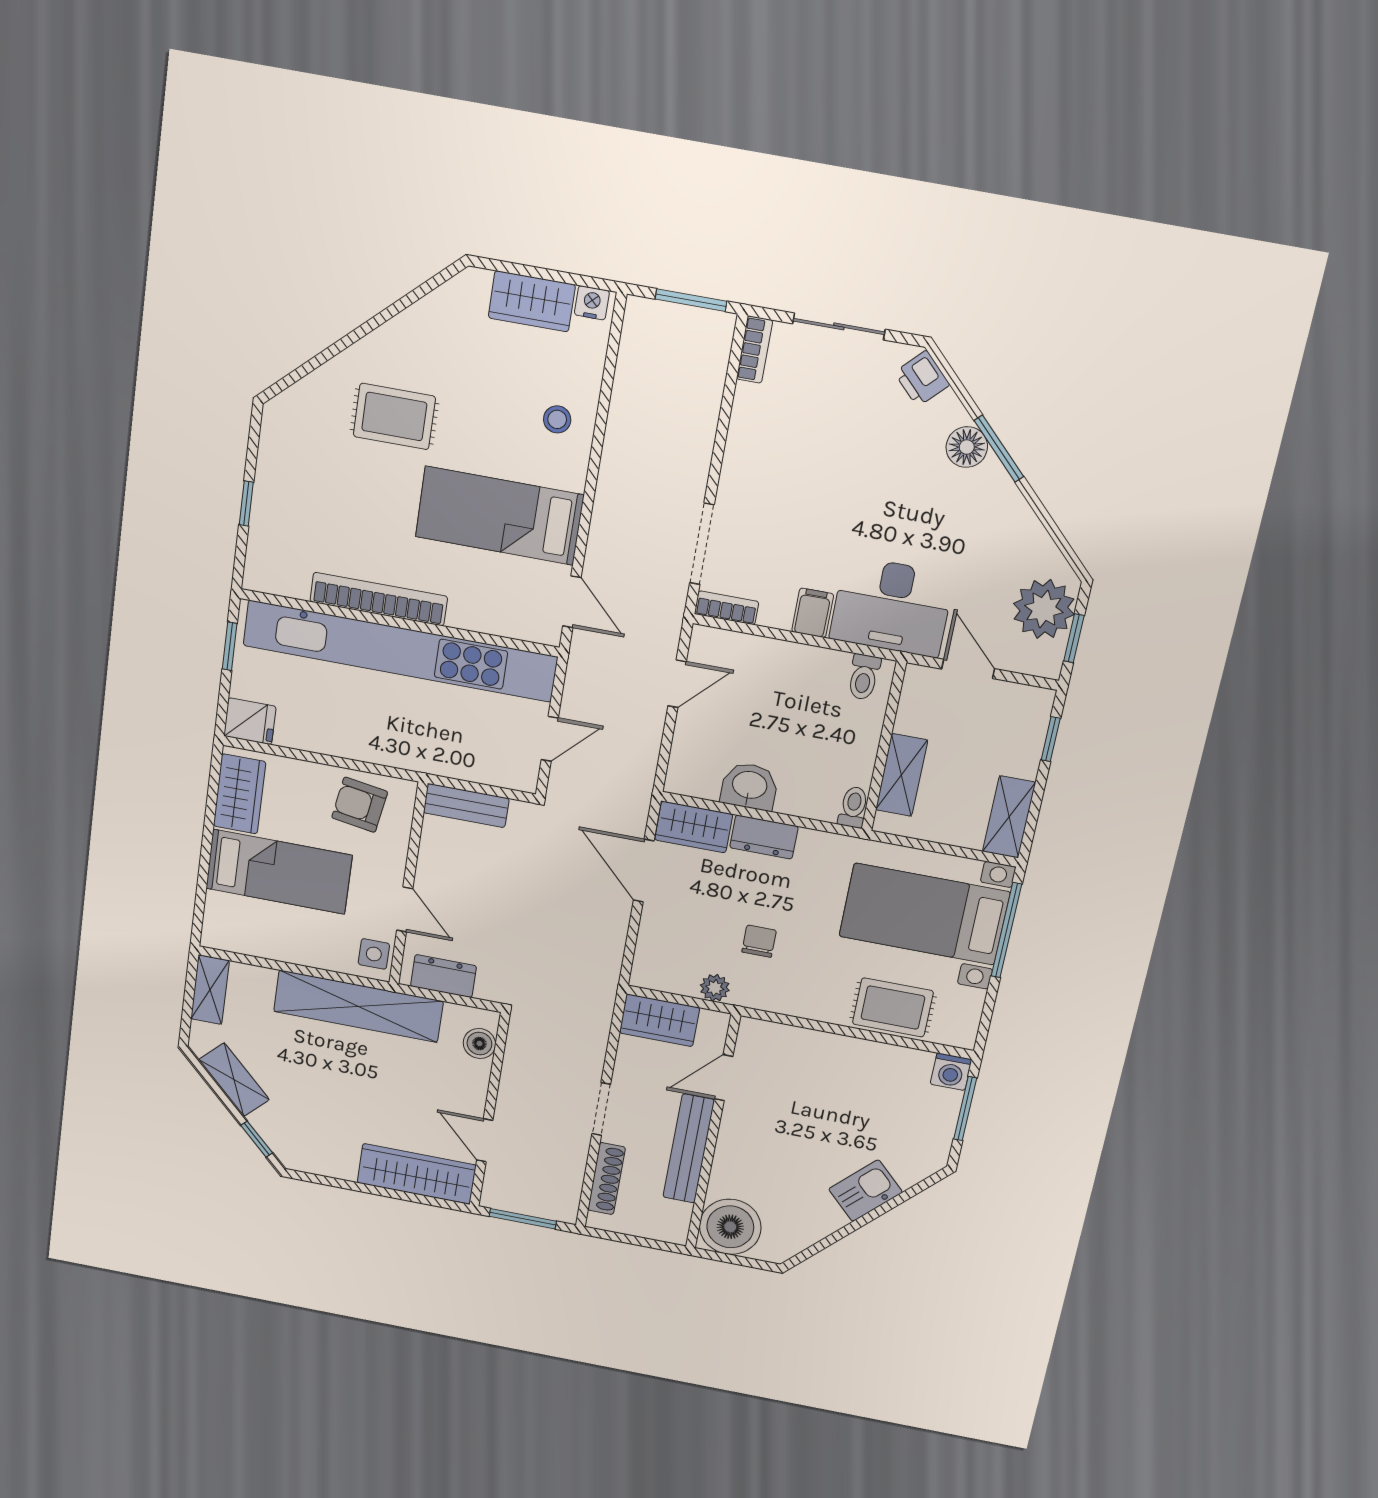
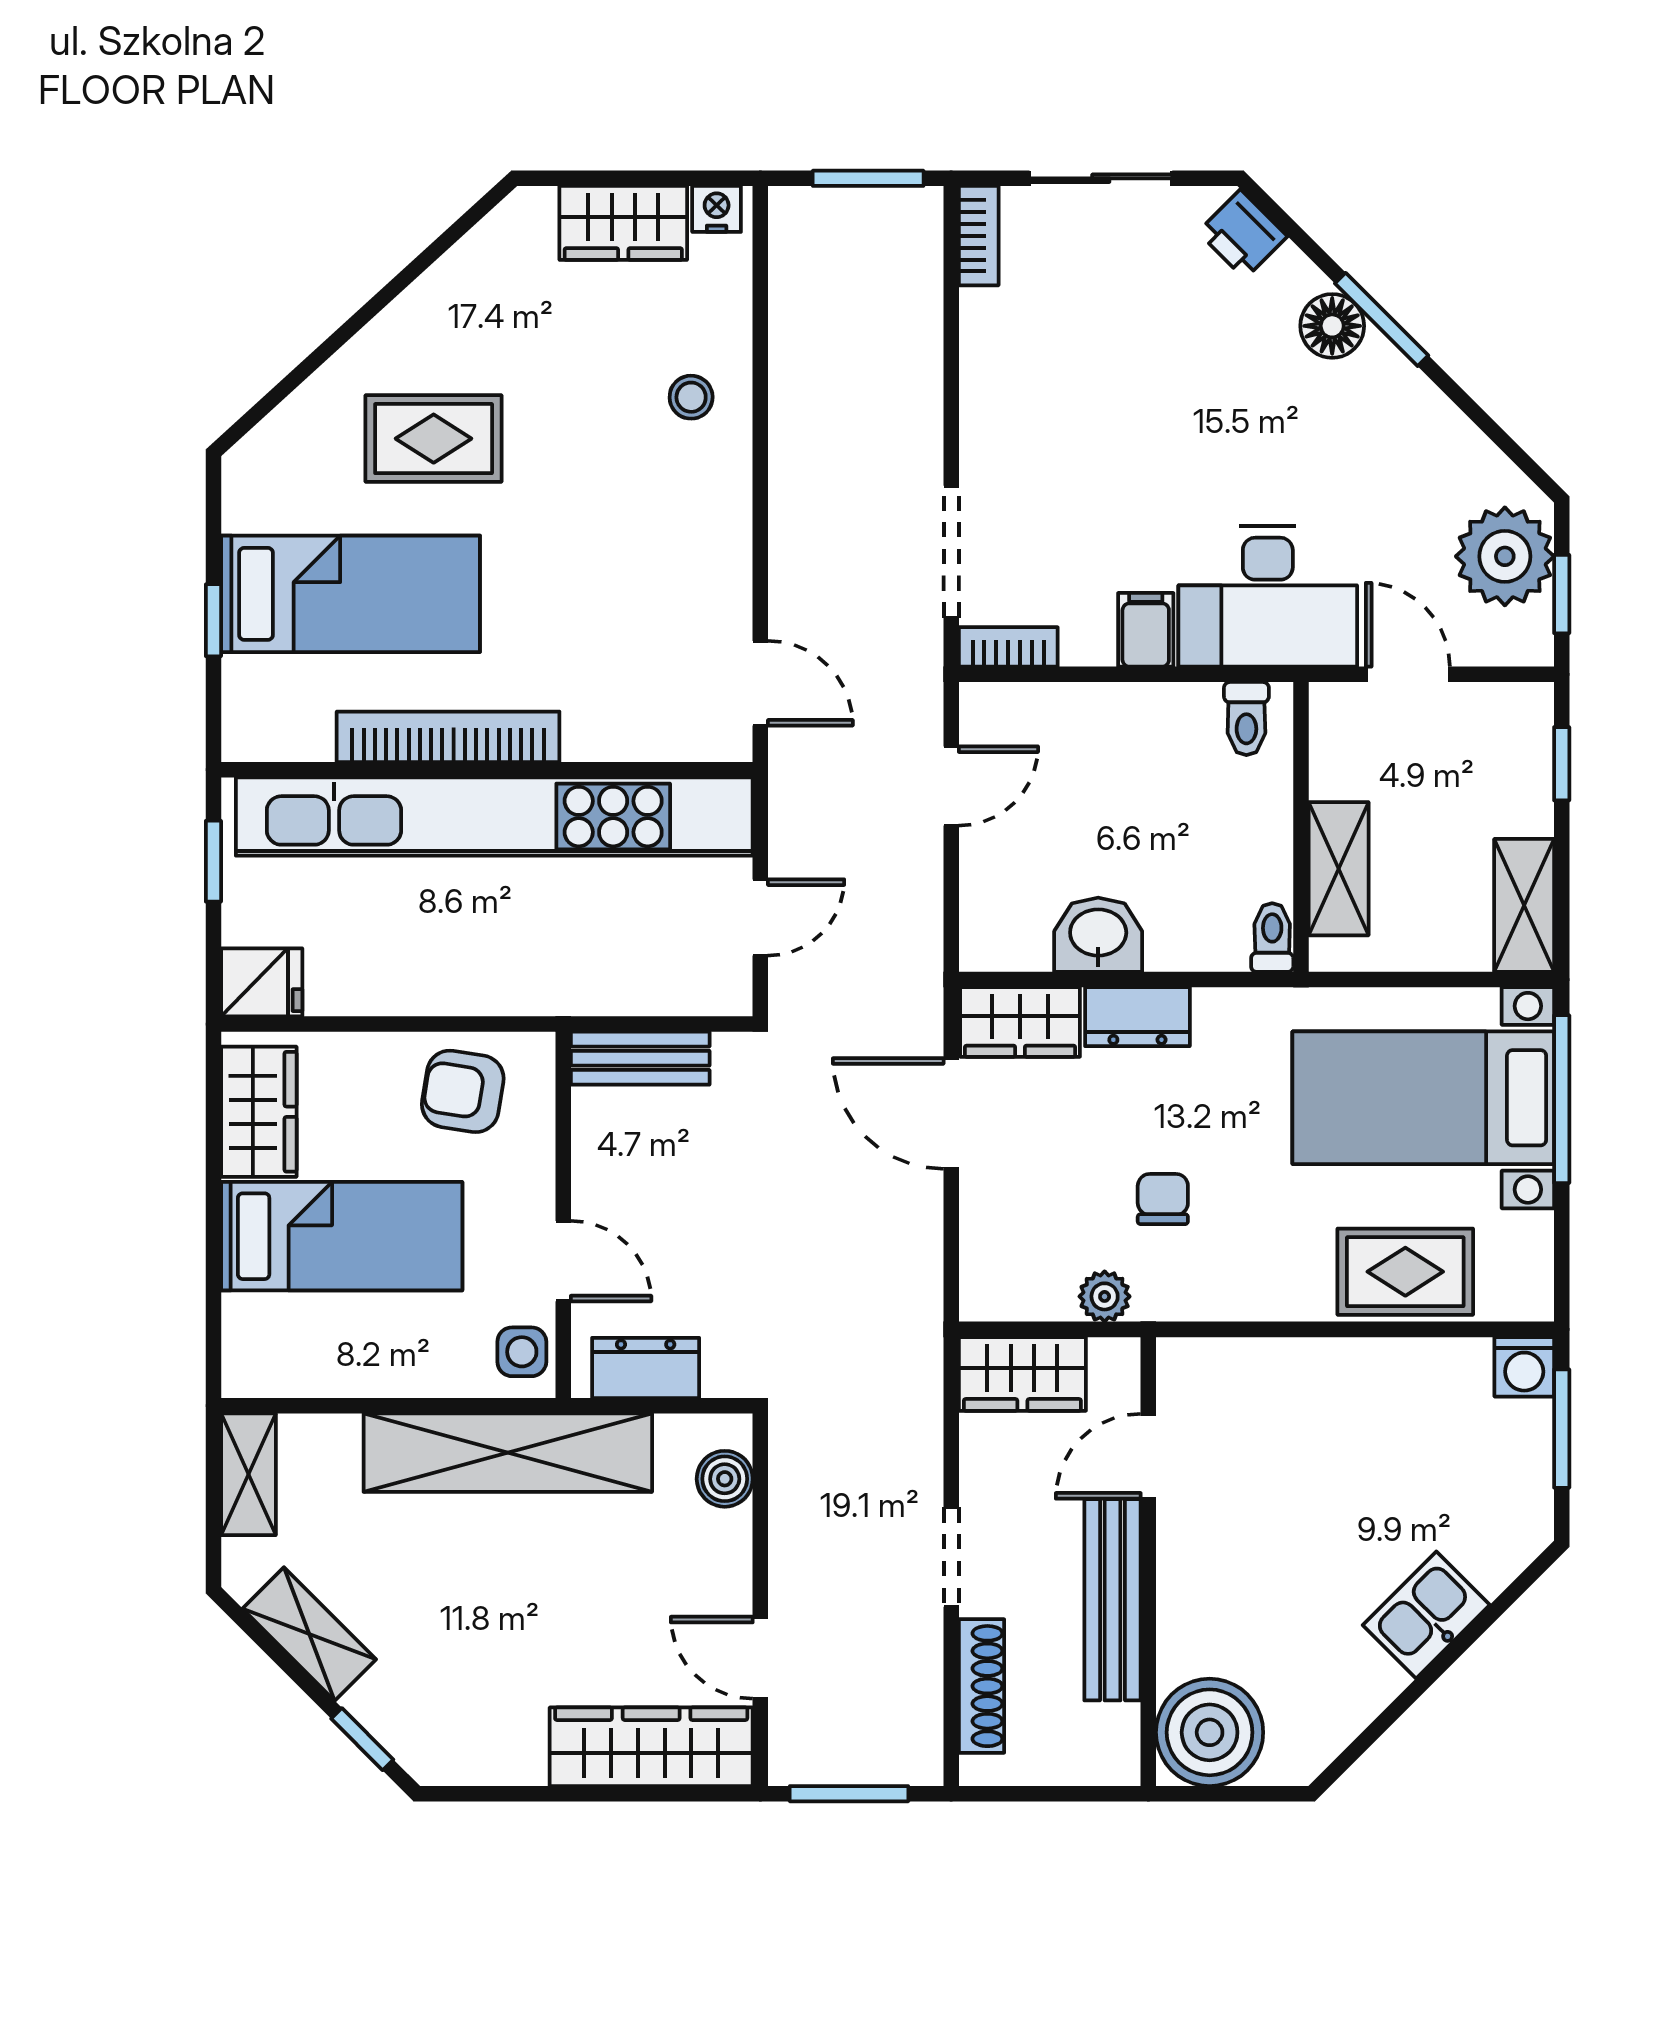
bed: (499, 516) -> (350, 594), moved, turned 180

